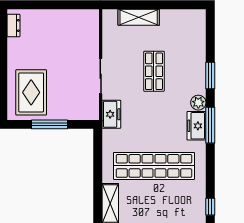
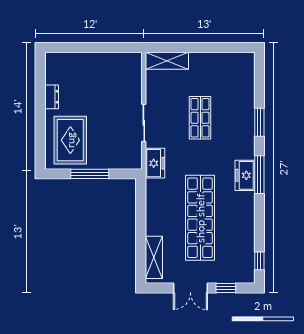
shelving: (139, 17) -> (167, 61), moved
dresser: (13, 25) -> (52, 97), moved
plant: (198, 103) -> (247, 151), removed
shop shelf: (154, 166) -> (200, 218), turned 90

